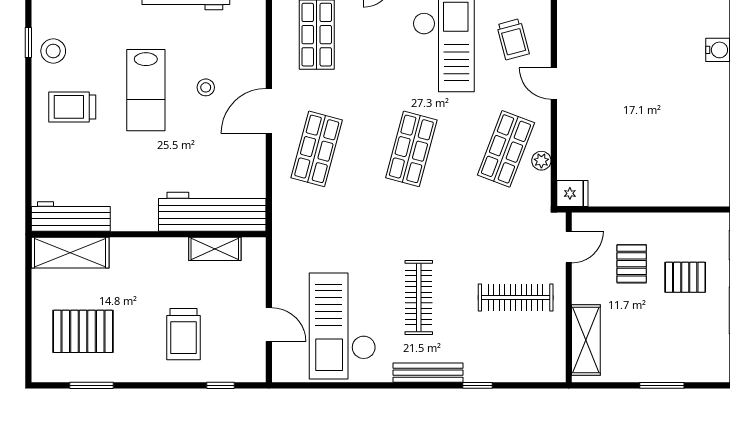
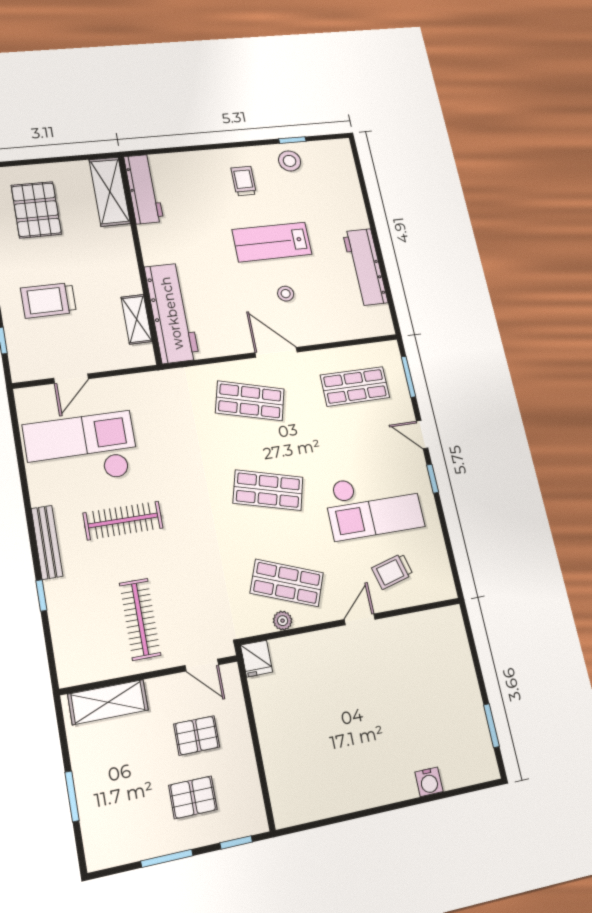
trolley: (72, 107) -> (244, 181), width x0.73, depth x0.72
pallet: (685, 277) -> (193, 797), turned 90

